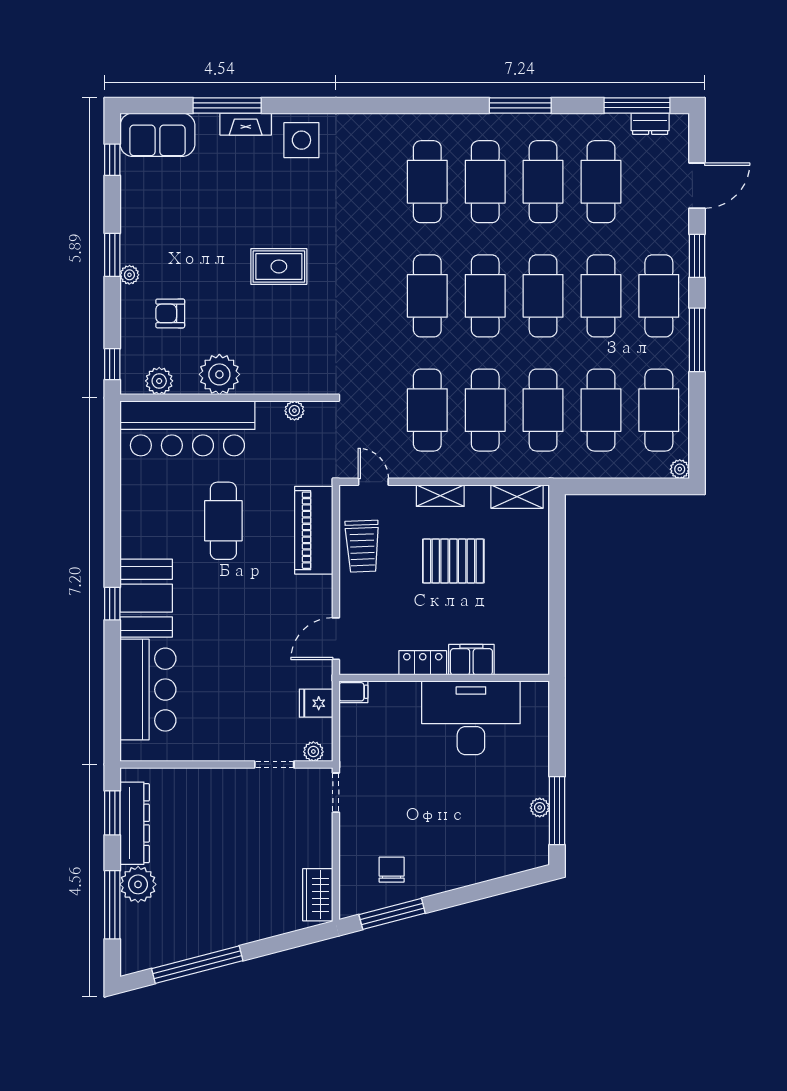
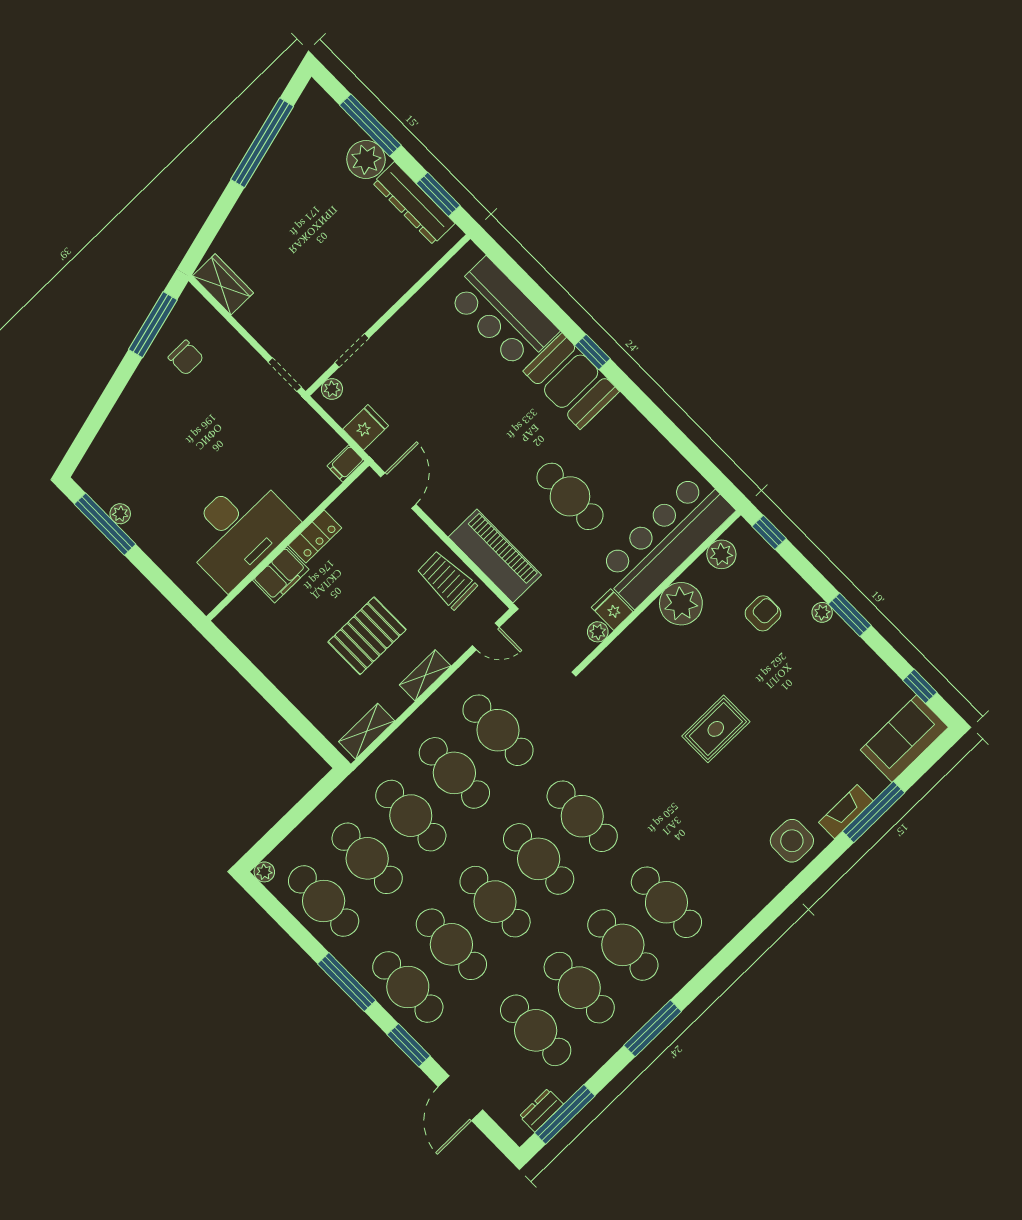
fridge: (270, 416) -> (612, 610), added

